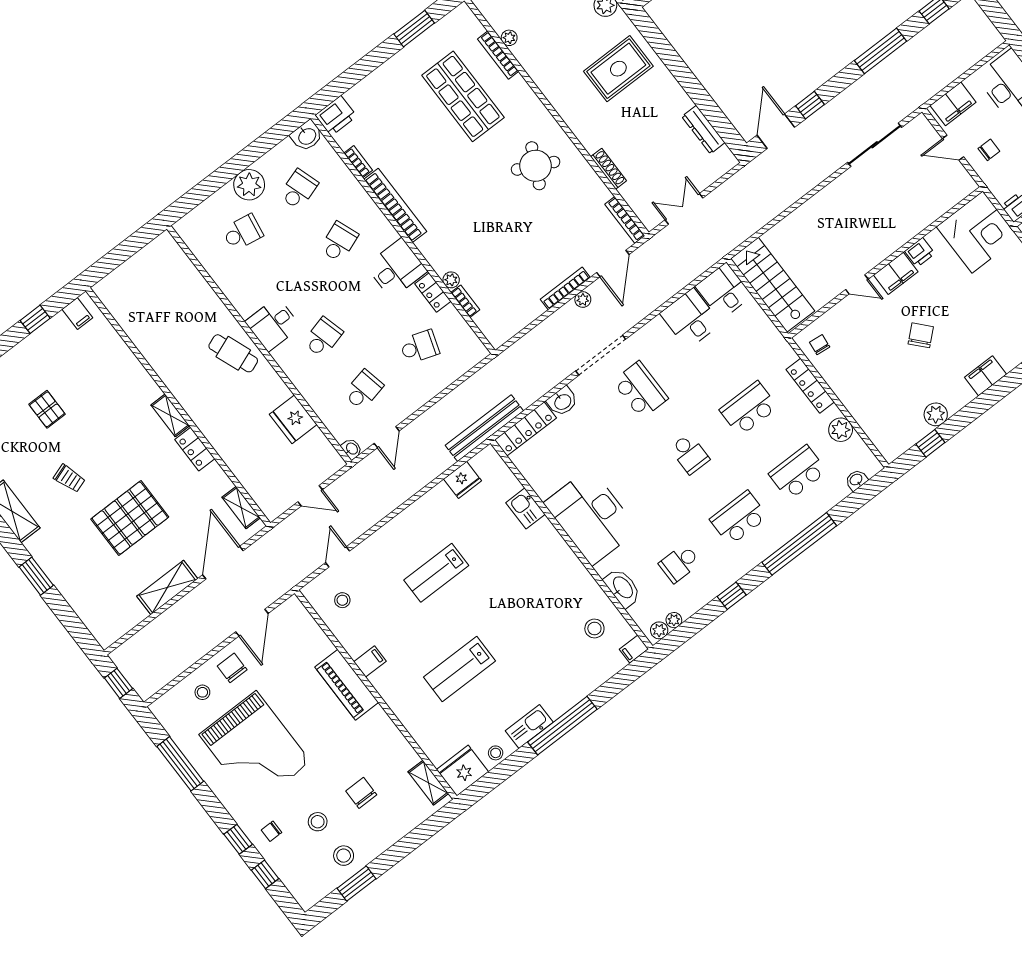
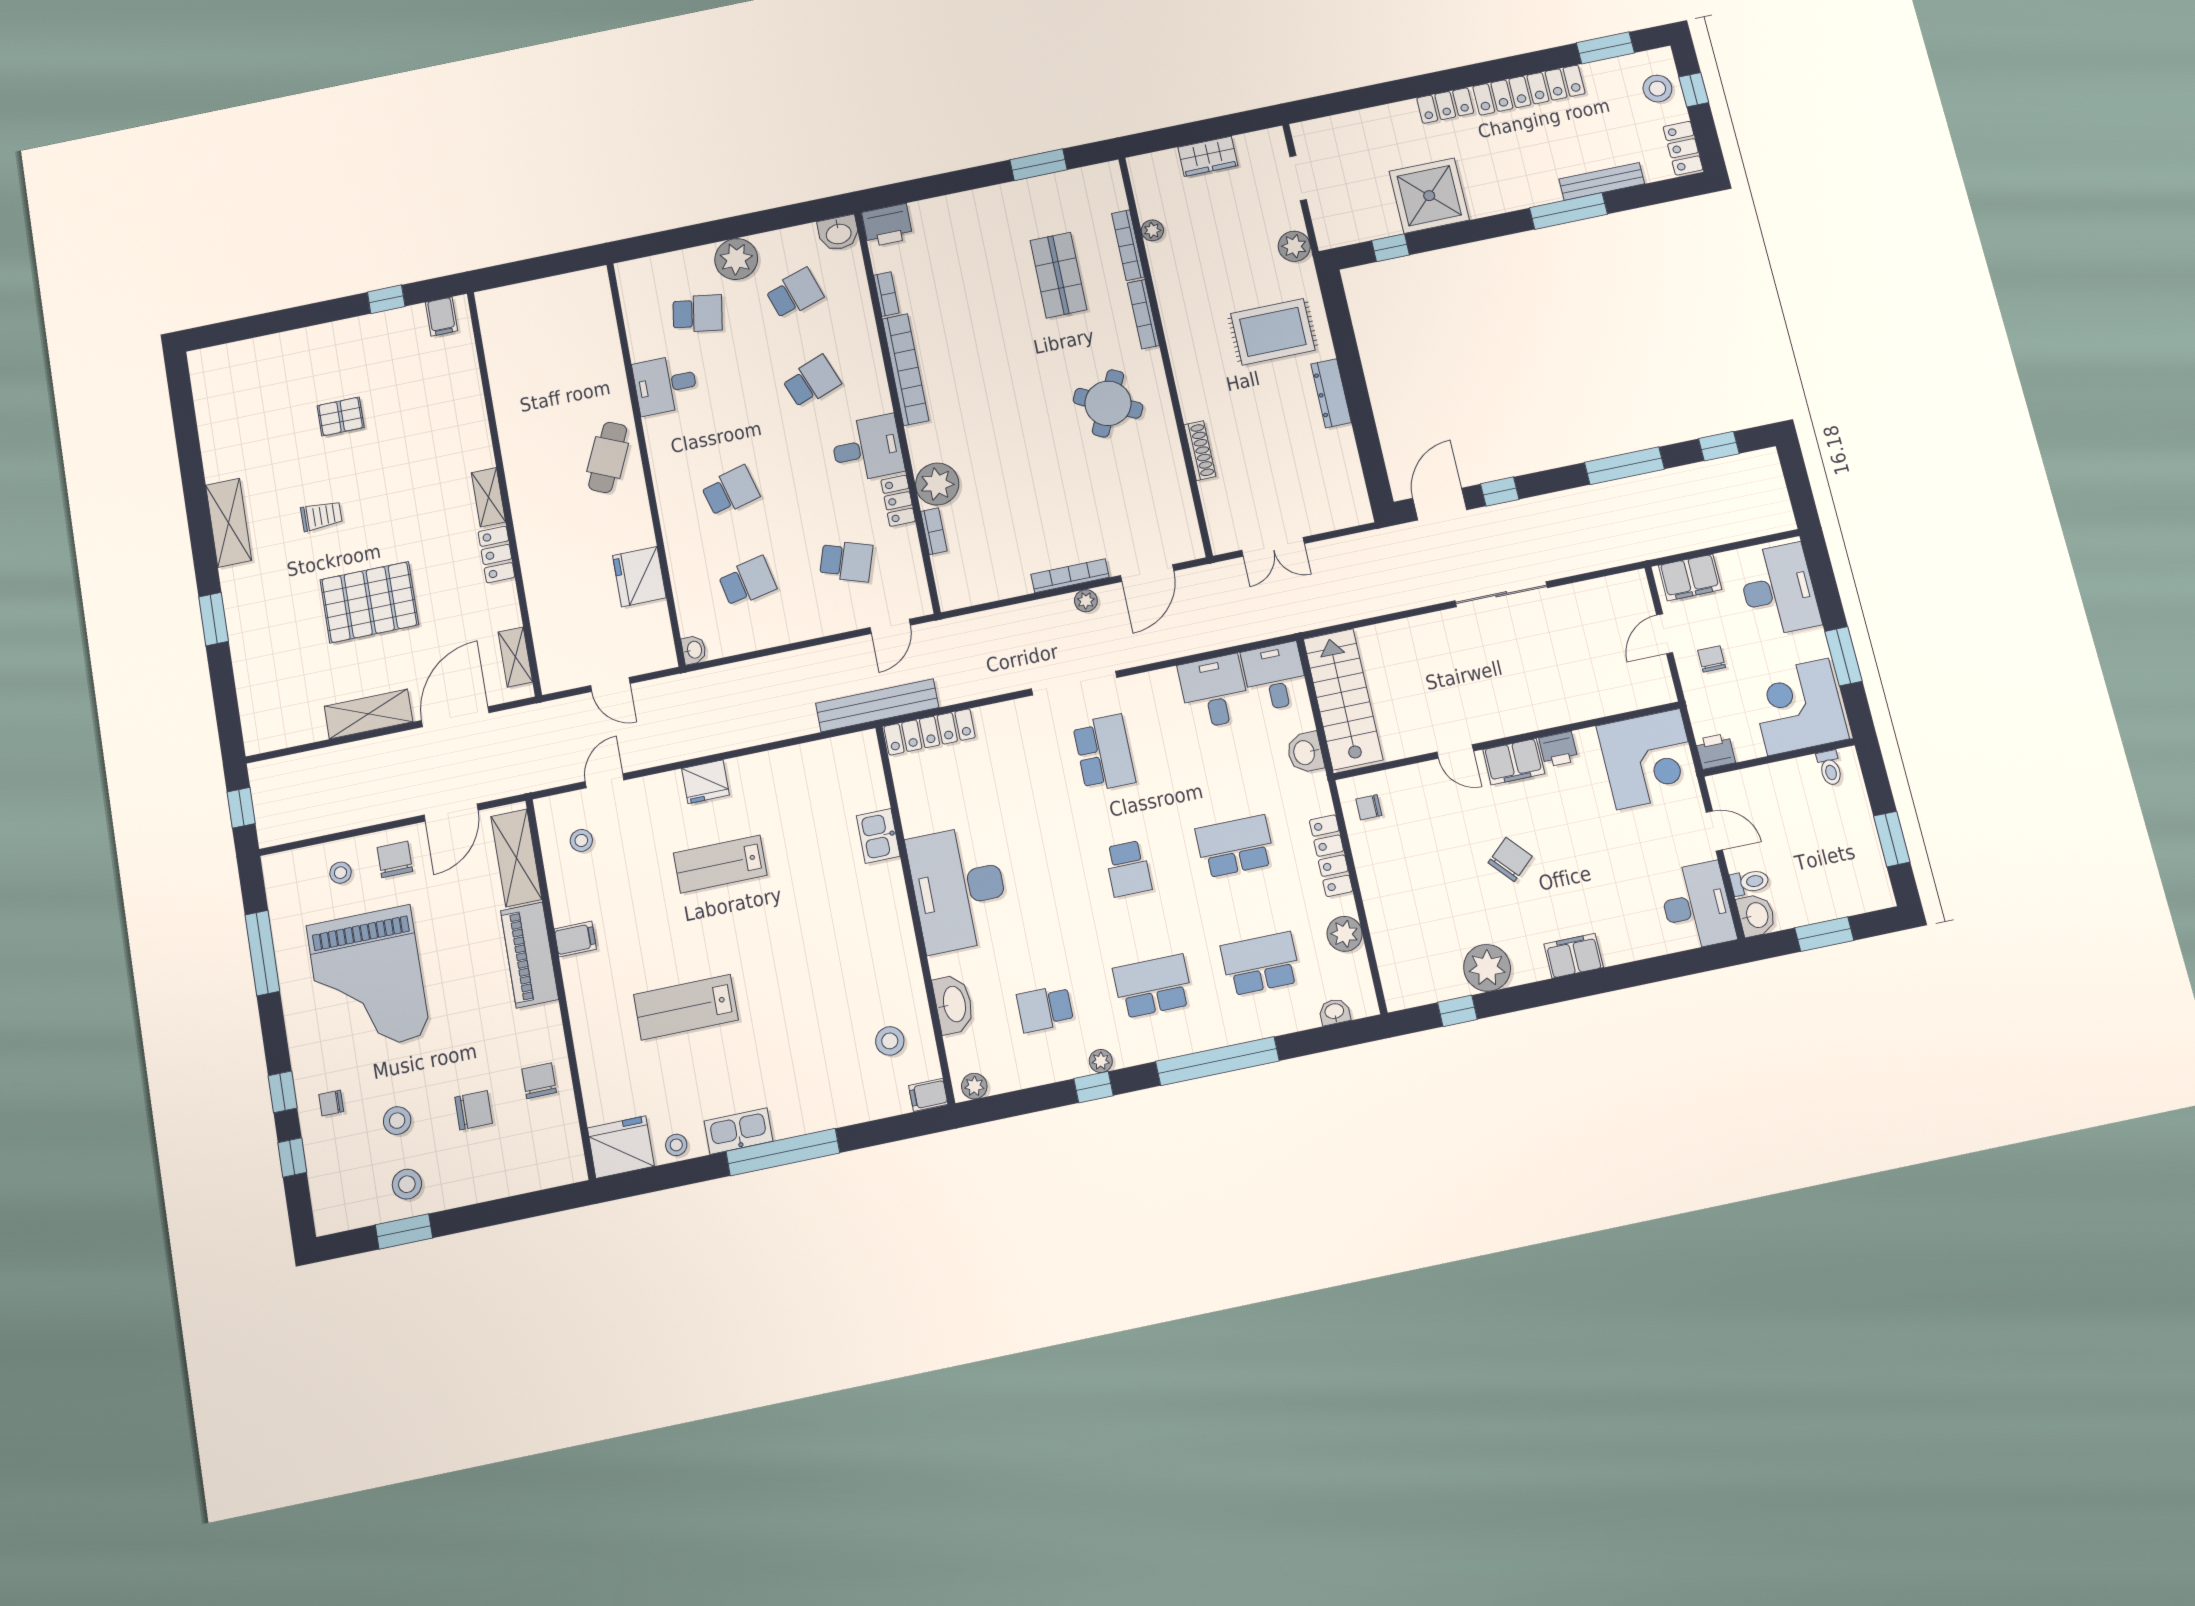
shop shelf: (463, 96) -> (1058, 275), width x0.70, depth x0.74
dresser: (703, 130) -> (1331, 393), moved
sliding door: (875, 145) -> (1501, 594), moved
door: (953, 148) -> (1665, 634), hinge flipped
chair: (989, 150) -> (1712, 659), turned -90
double door: (684, 209) -> (1273, 547), swing flipped
bookcase: (625, 220) -> (1143, 314), moved
plant: (451, 280) -> (937, 484), width x1.88, depth x1.88
desk: (273, 324) -> (665, 385), moved
chair: (820, 345) -> (1369, 807), turned -96
cafe table: (233, 353) -> (608, 457), turned 45
washbasin: (562, 401) -> (1305, 752), moved, turned 90
pallet: (47, 409) -> (341, 417), turned 90
plant: (936, 414) -> (1487, 968), width x1.36, depth x1.36
door: (387, 437) -> (890, 626), moved
trolley: (69, 478) -> (321, 516), turned -71
fridge: (463, 480) -> (705, 782), moved
plant: (674, 620) -> (1101, 1061), moved
chair: (392, 756) -> (539, 1081), added
shelving: (428, 783) -> (516, 858), moved, width x1.50, depth x1.33
chair: (361, 793) -> (474, 1110), turned 90

